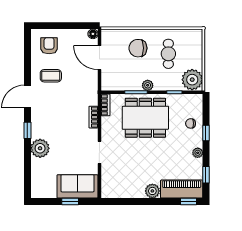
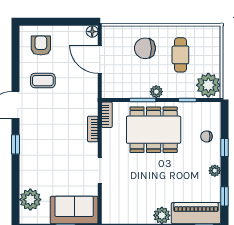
plant: (40, 148) -> (30, 200), moved

